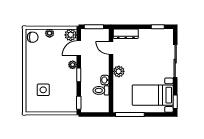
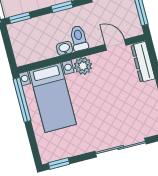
door: (111, 48) -> (115, 45), hinge flipped
toilet: (101, 90) -> (79, 38), moved
bed with nightstands: (153, 95) -> (53, 98), moved, turned 180

